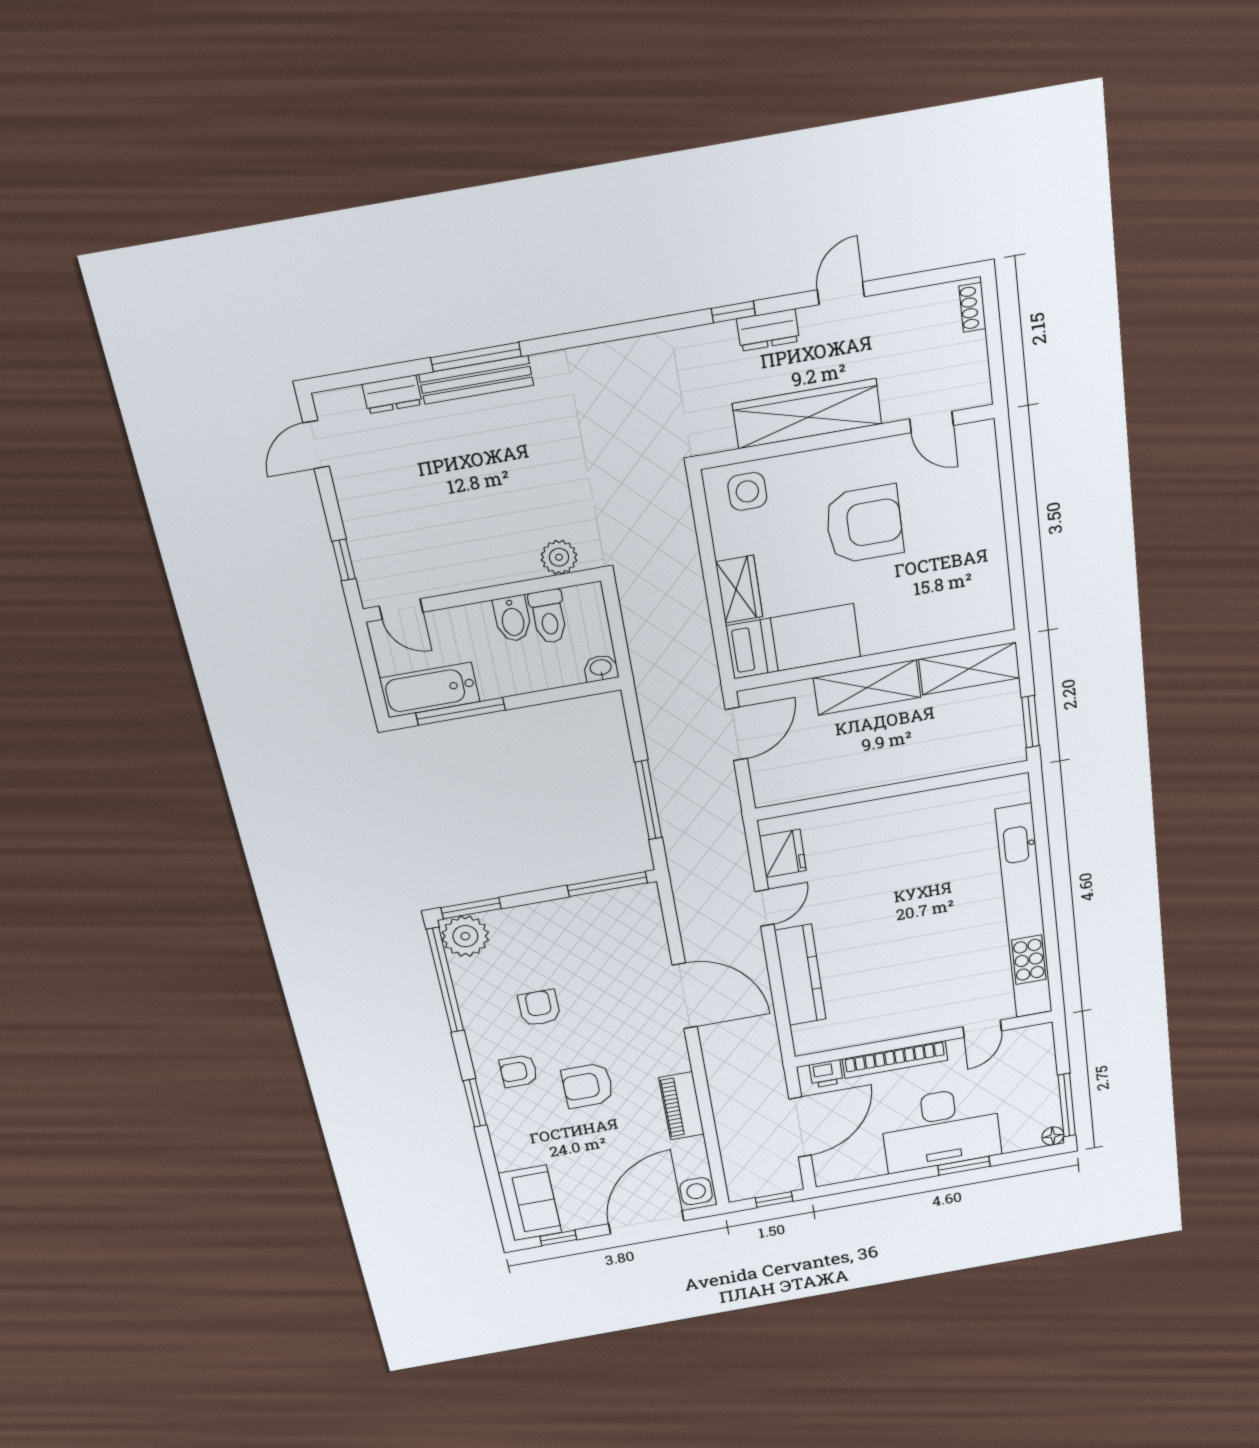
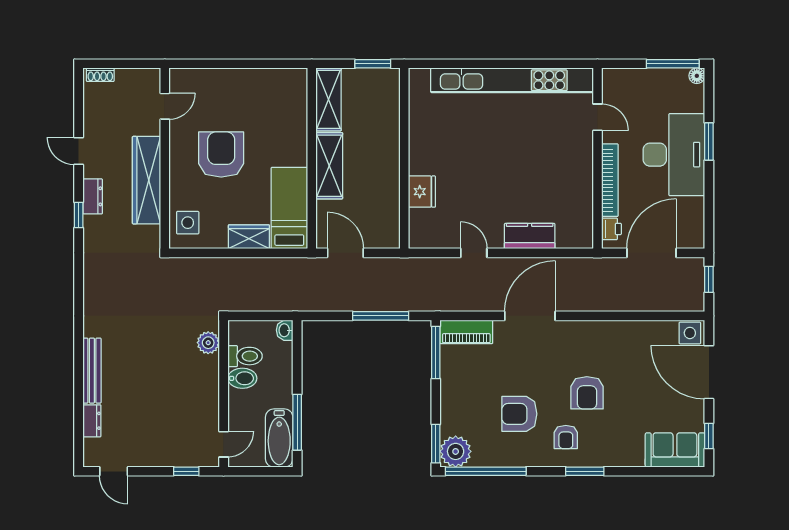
window: (476, 357) -> (79, 368), removed
fridge: (783, 853) -> (422, 192), moved, turned 90
kitchen counter: (800, 975) -> (530, 236), width x0.67
armchair: (539, 1008) -> (519, 414), width x1.38, depth x1.38
piano: (682, 1106) -> (466, 332), moved
door: (800, 1127) -> (652, 253), hinge flipped

